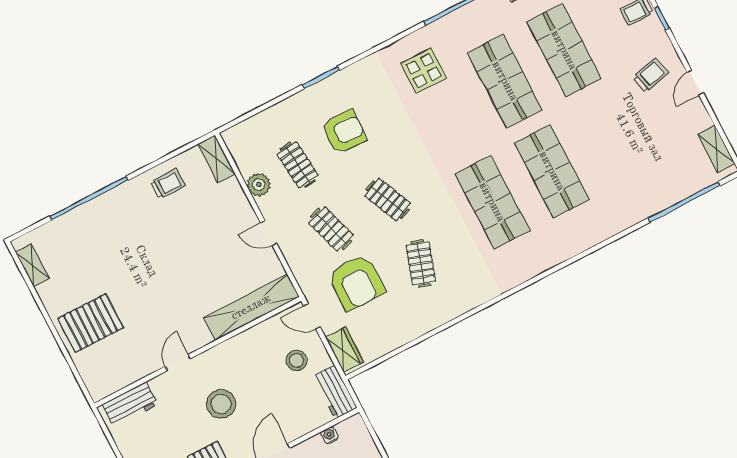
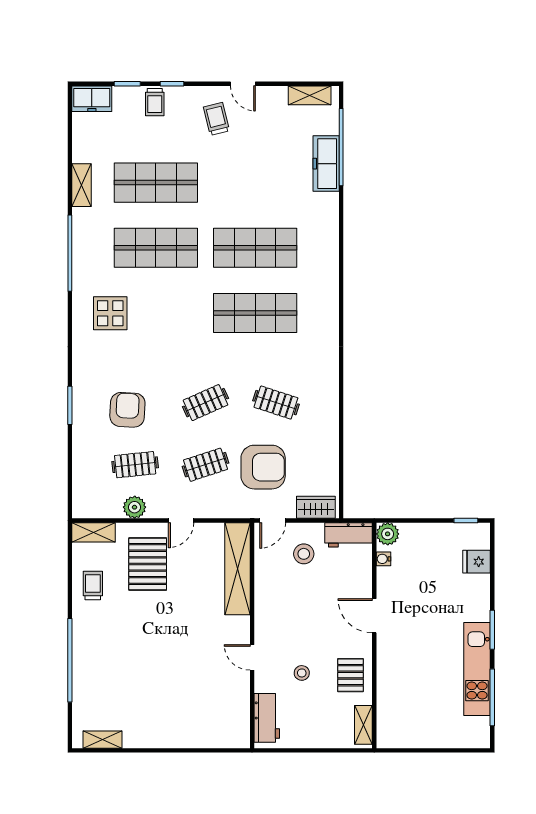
freezer: (662, 196) -> (326, 164), added
pallet: (91, 323) -> (148, 564), moved
stool: (221, 404) -> (302, 673), moved, width x0.53, depth x0.53
plant: (354, 427) -> (388, 534), added

